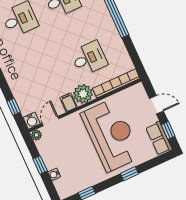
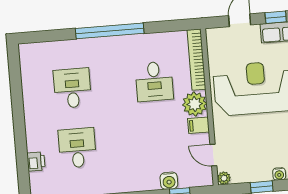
desk: (89, 58) -> (154, 81), turned 180
water cooler: (32, 121) -> (169, 181), moved, turned 90

